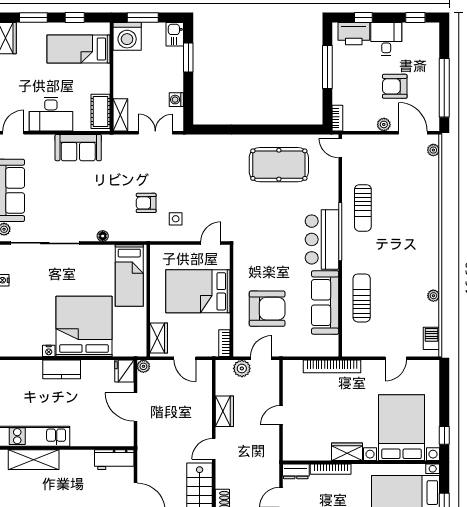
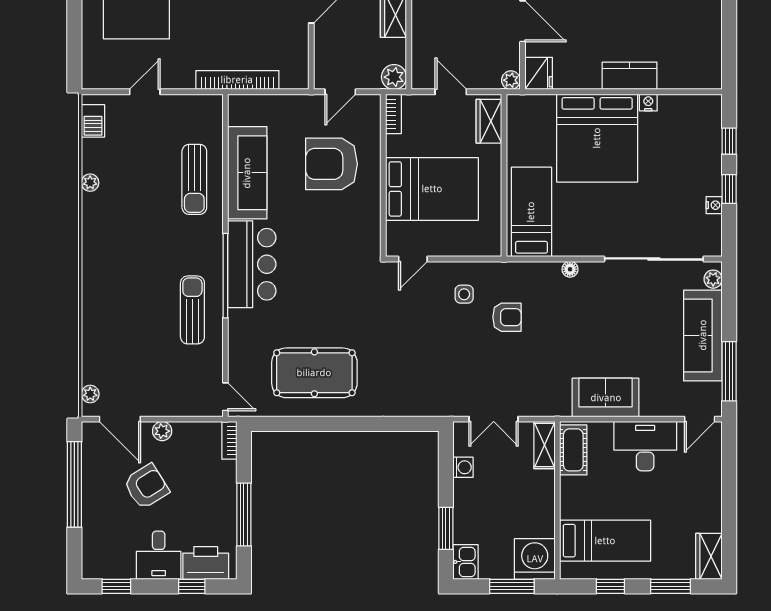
armchair: (395, 86) -> (146, 486), turned -32
plant: (242, 368) -> (394, 77), moved

